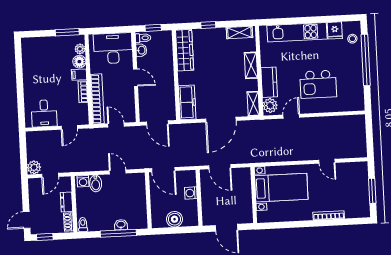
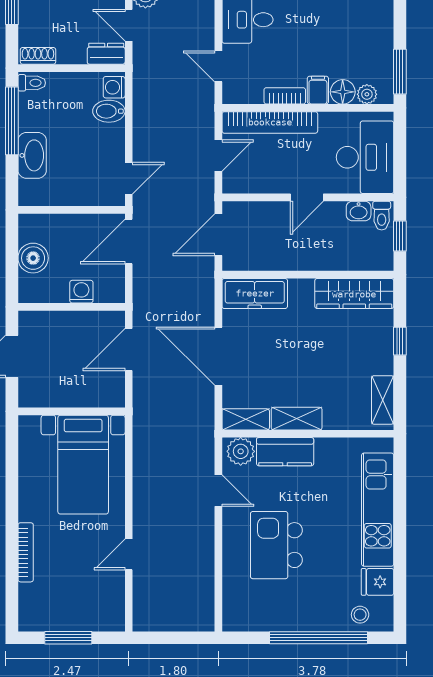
shelving: (251, 65) -> (297, 419), moved
door: (118, 172) -> (129, 178), moved
dresser: (66, 202) -> (106, 54), moved
washbasin: (121, 225) -> (32, 155), width x1.91, depth x1.45
window: (118, 233) -> (12, 121), moved

